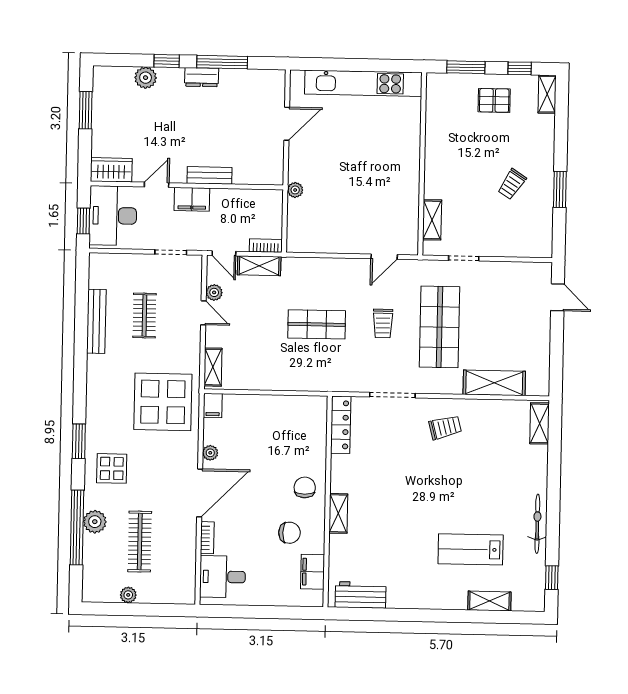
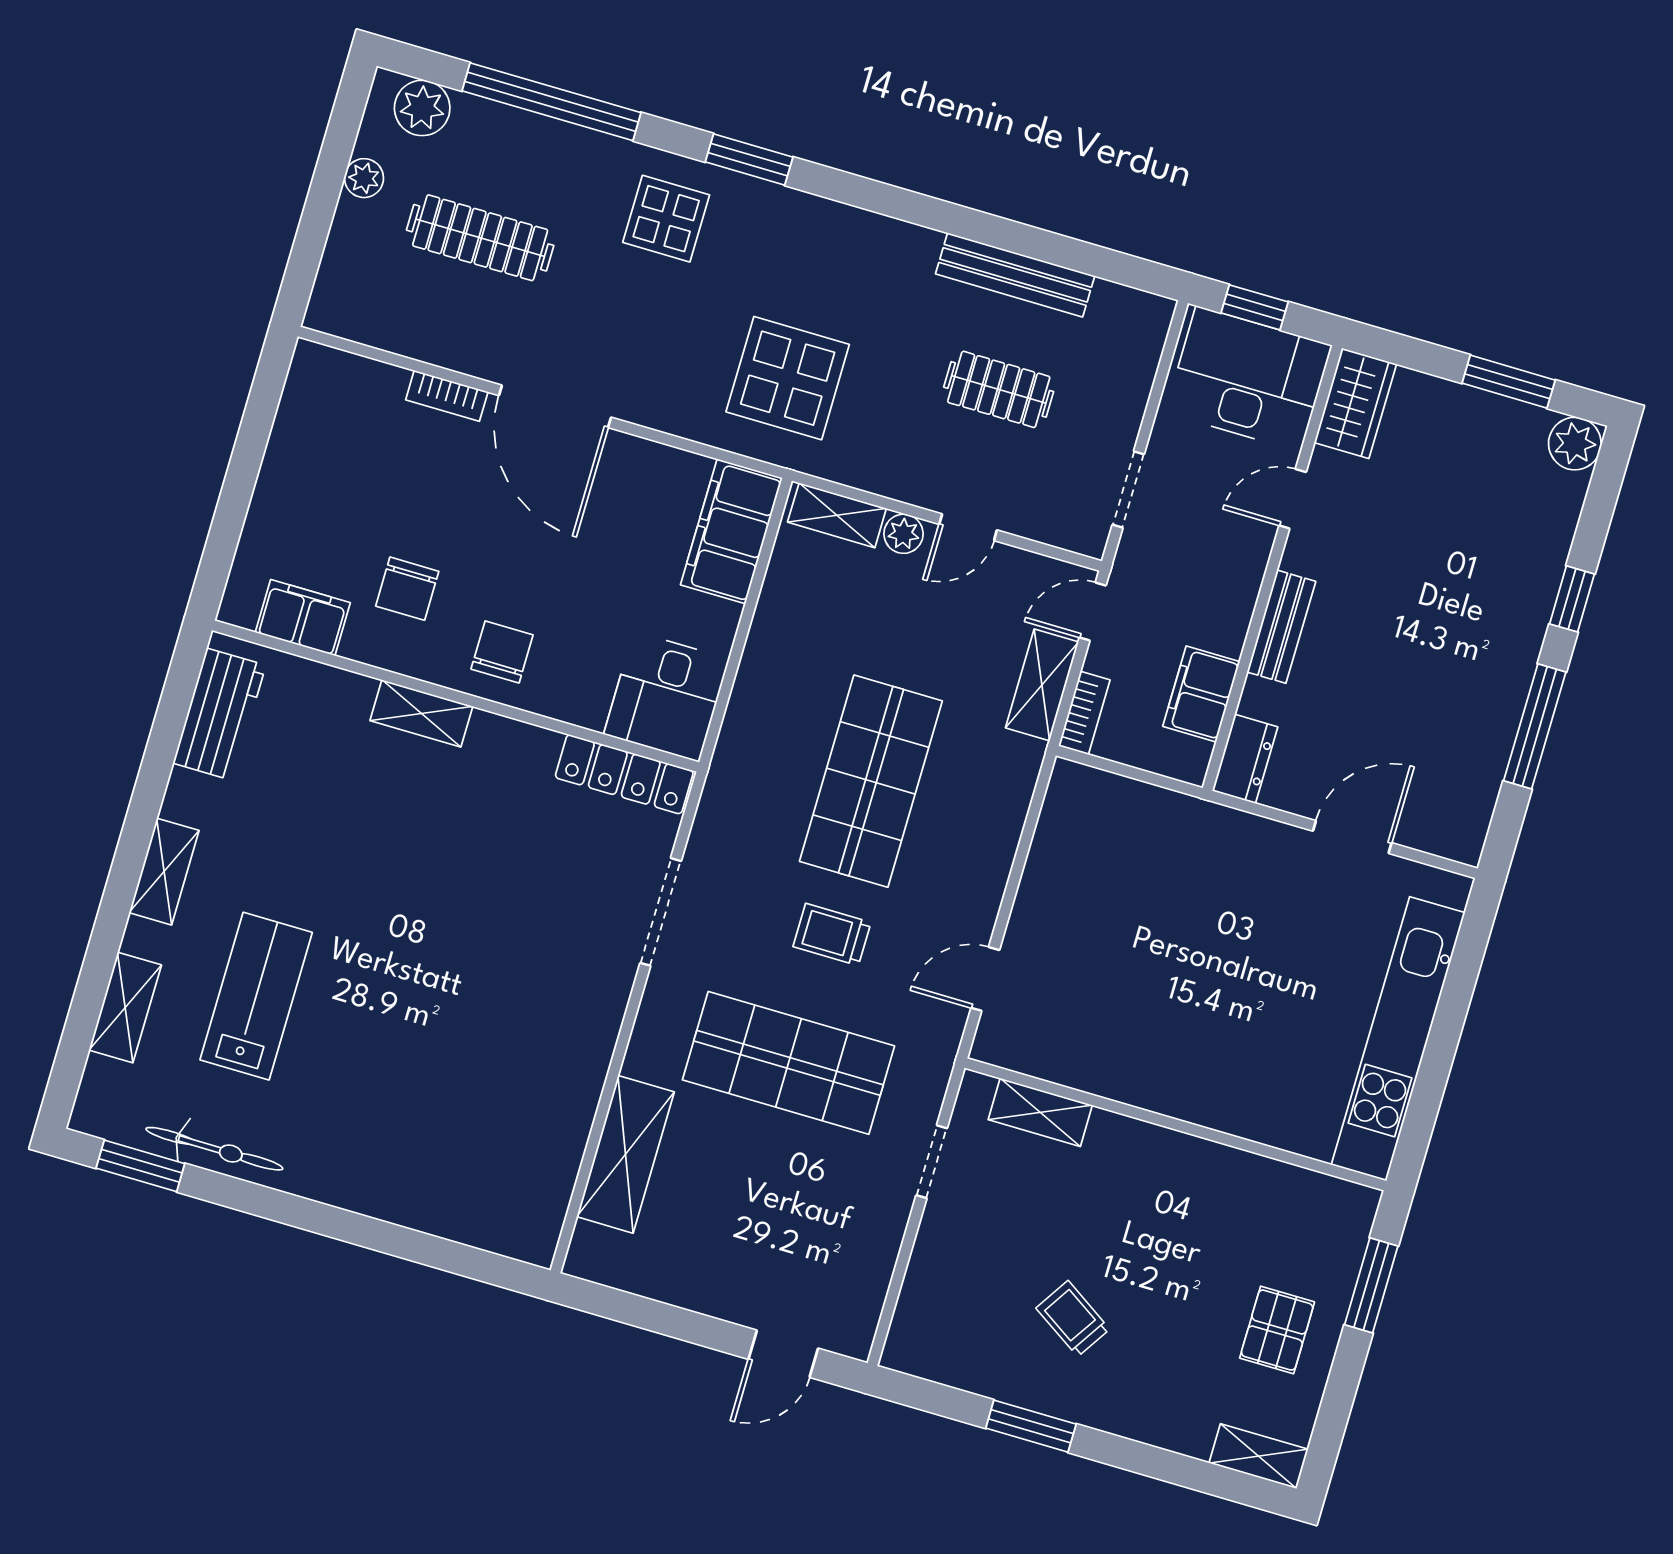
window: (520, 68) -> (1335, 1409), removed
dresser: (202, 77) -> (1245, 759), moved, turned 180
plant: (146, 78) -> (1575, 444), moved
door: (287, 124) -> (1352, 837), swing flipped
door: (157, 185) -> (1293, 499), swing flipped
plant: (295, 190) -> (1194, 815), removed
filing cabinet: (192, 199) -> (1201, 694), moved
door: (384, 257) -> (985, 979), hinge flipped
plant: (214, 292) -> (903, 534), moved
shop shelf: (317, 324) -> (871, 781), width x1.43, depth x1.36
display table: (163, 402) -> (788, 378), width x0.73, depth x0.73
filing cabinet: (213, 406) -> (731, 531), width x3.00, depth x1.17
shelving: (540, 423) -> (164, 872), moved, turned 90
trolley: (445, 427) -> (553, 1013), removed
plant: (210, 453) -> (641, 456), removed
chair: (305, 487) -> (502, 652), turned -90
plant: (95, 522) -> (422, 108), moved
bicycle: (537, 524) -> (214, 1149), moved
desk: (223, 577) -> (666, 697), moved, turned 180
window: (552, 578) -> (140, 1166), width x1.50

